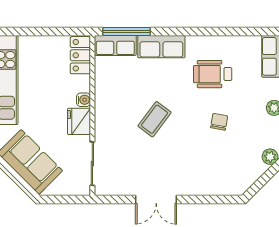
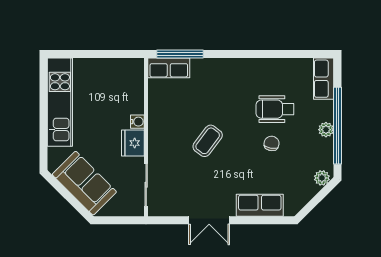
row of seats: (161, 47) -> (260, 205), moved, turned 180
locker: (80, 55) -> (134, 78), removed
wheelchair: (213, 74) -> (275, 109), moved

